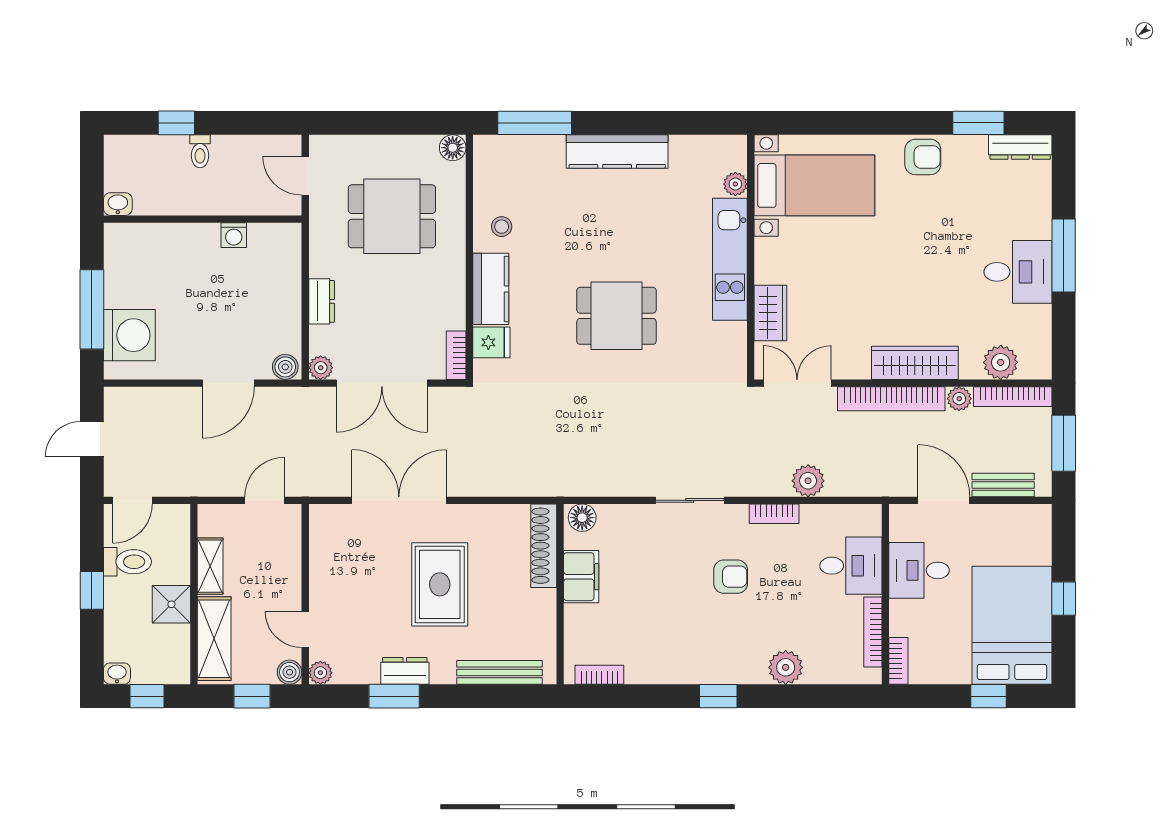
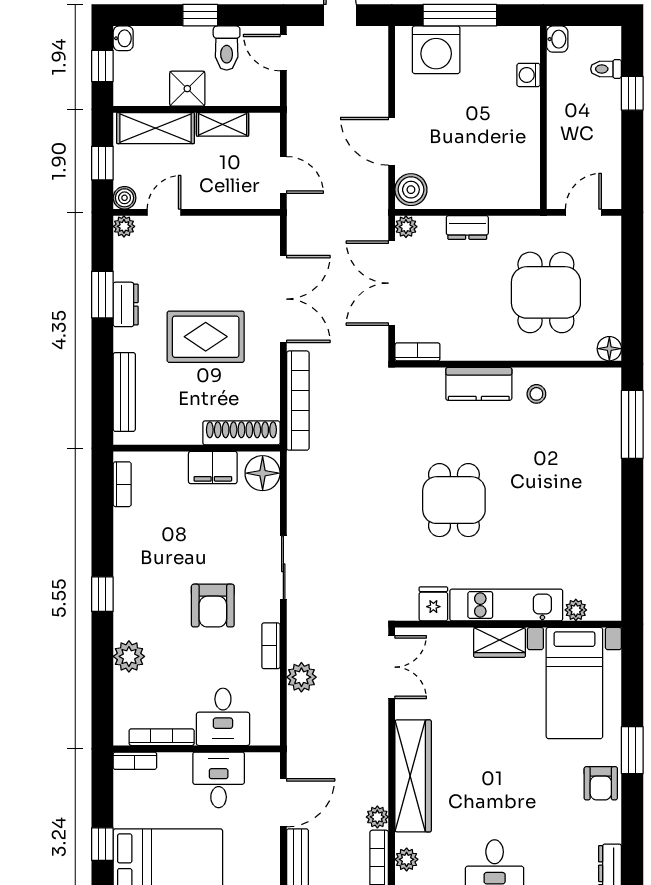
window: (978, 123) -> (632, 750), moved
toilet: (200, 151) -> (606, 69), moved
kitchen counter: (617, 152) -> (606, 501), removed
washing machine: (234, 235) -> (529, 75), moved
wardrobe: (770, 313) -> (499, 642), moved
fridge: (491, 342) -> (433, 604), moved, turned 180
plant: (1001, 362) -> (407, 859), width x0.73, depth x0.73
wardrobe: (915, 363) -> (413, 776), width x1.40, depth x1.17
boiler: (285, 367) -> (411, 190), width x1.36, depth x1.36
bookcase: (891, 399) -> (298, 401), moved, turned 180
floor lamp: (582, 518) -> (263, 473), width x1.38, depth x1.38
armchair: (731, 577) -> (213, 606), width x1.38, depth x1.38

